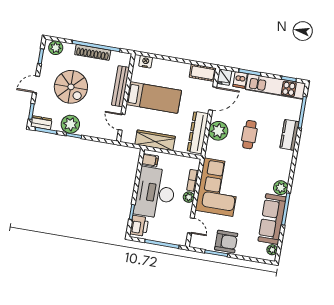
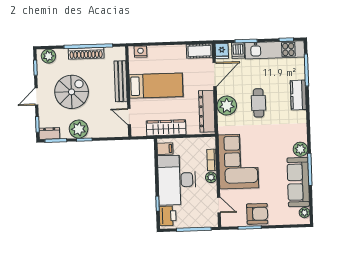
spiral stairs: (71, 87) -> (72, 92), turned -90

